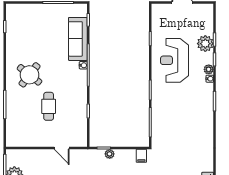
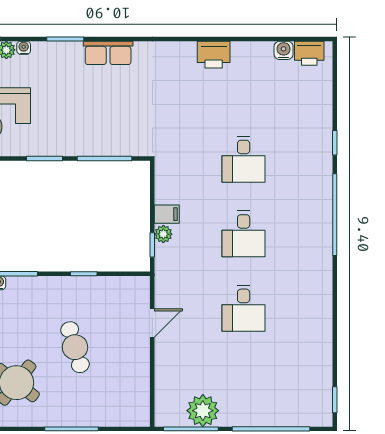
cafe table: (49, 106) -> (75, 347), turned 73
row of seats: (207, 124) -> (108, 53), added
filing cabinet: (141, 156) -> (167, 214), moved

